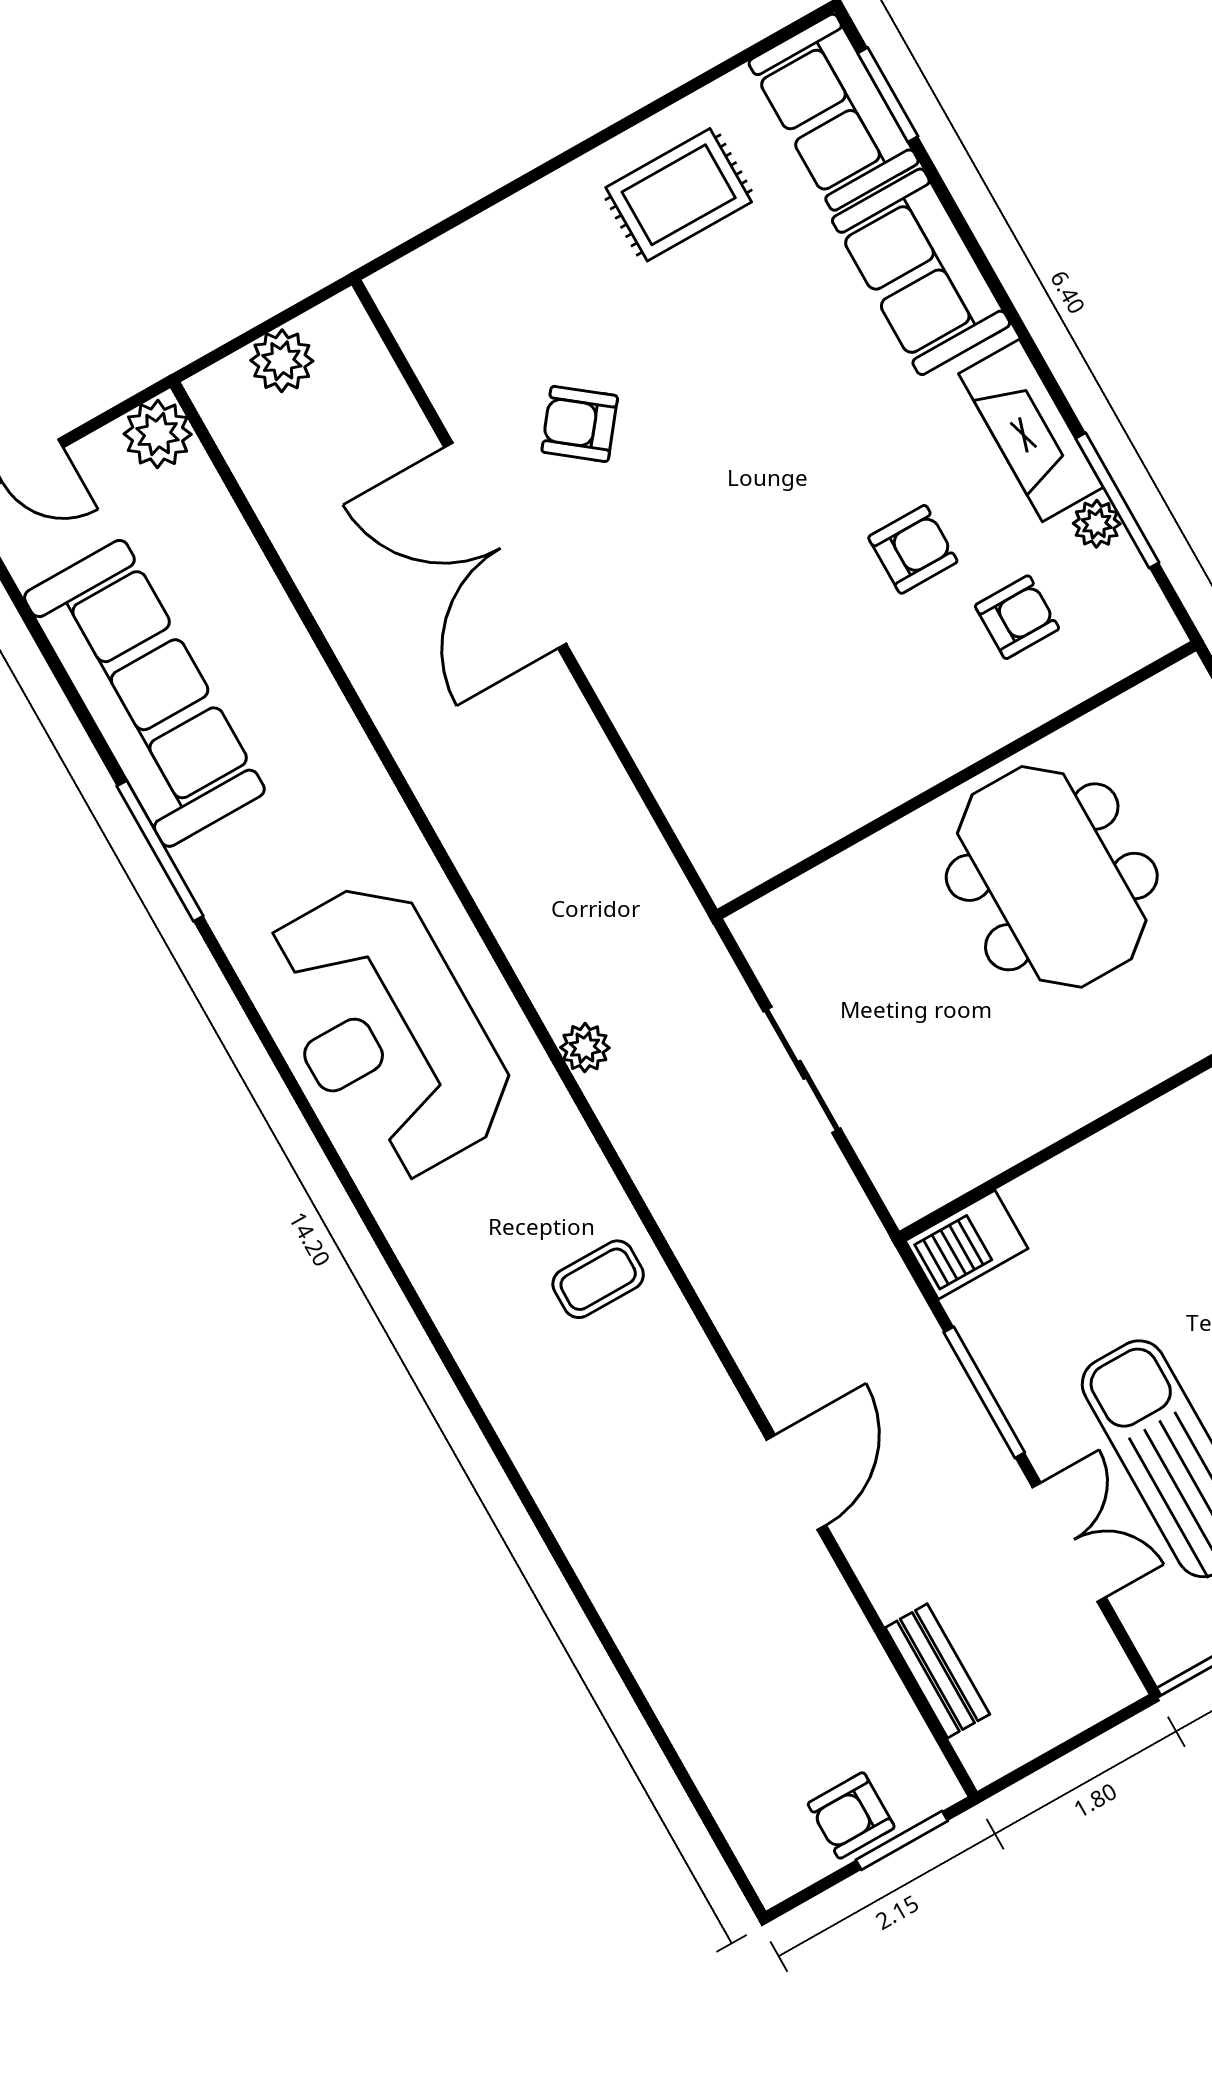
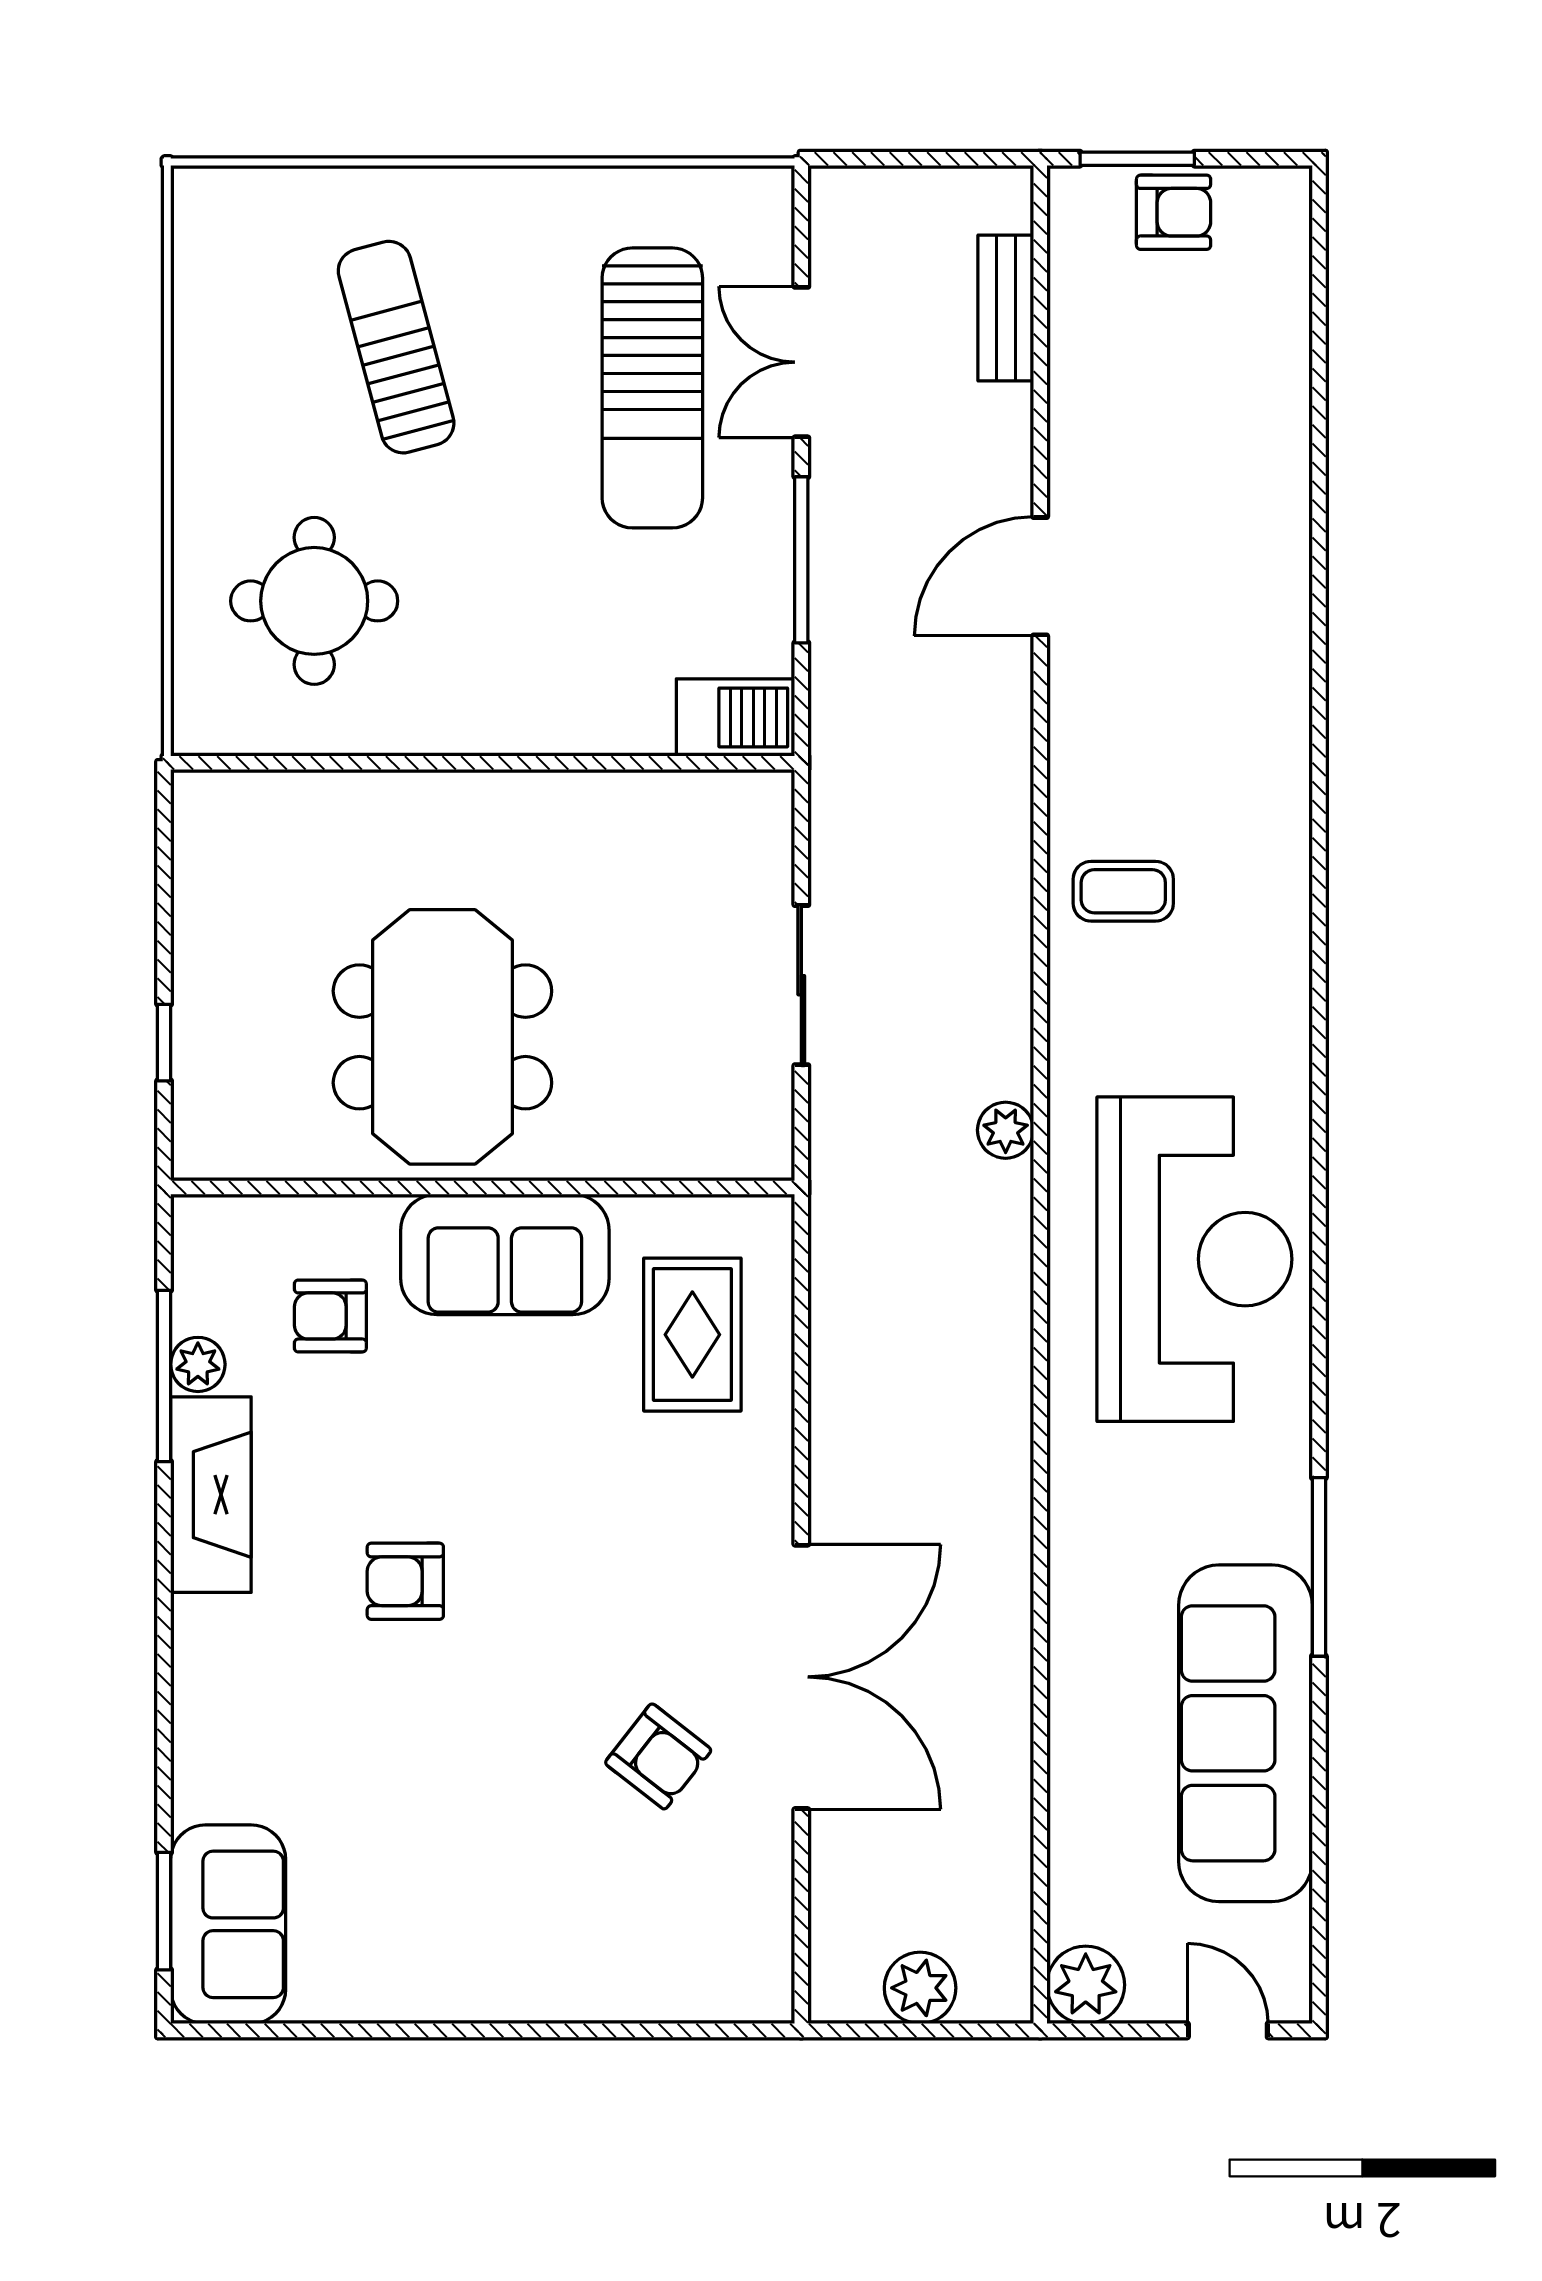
rug: (679, 195) -> (692, 1335), moved, turned 90
sofa: (921, 272) -> (505, 1254), moved, turned 90
armchair: (913, 549) -> (405, 1581), moved

